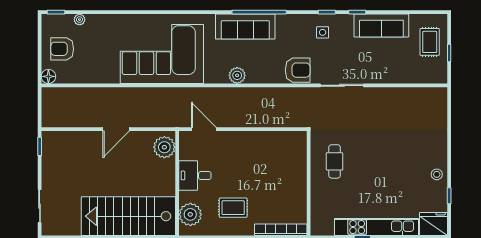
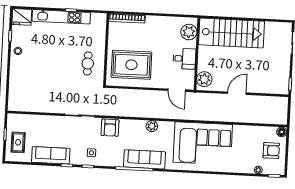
armchair: (298, 70) -> (110, 128), turned -90
rug: (233, 208) -> (131, 65), moved, width x1.86, depth x2.06

